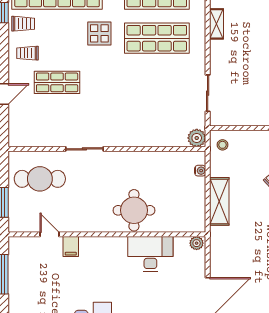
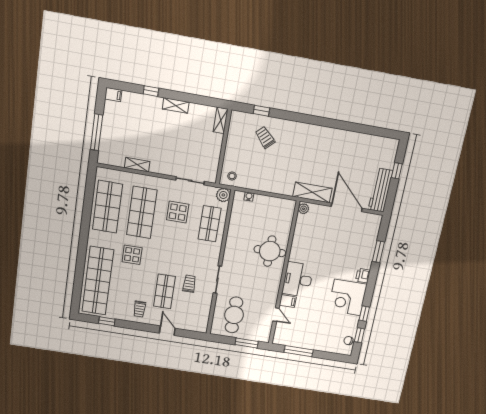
trolley: (23, 24) -> (189, 284), moved
display table: (165, 84) -> (178, 212), added
shop shelf: (157, 127) -> (210, 224), added
shelving: (219, 201) -> (312, 192), moved
door: (50, 234) -> (276, 315), swing flipped
desk: (150, 254) -> (298, 280), moved

